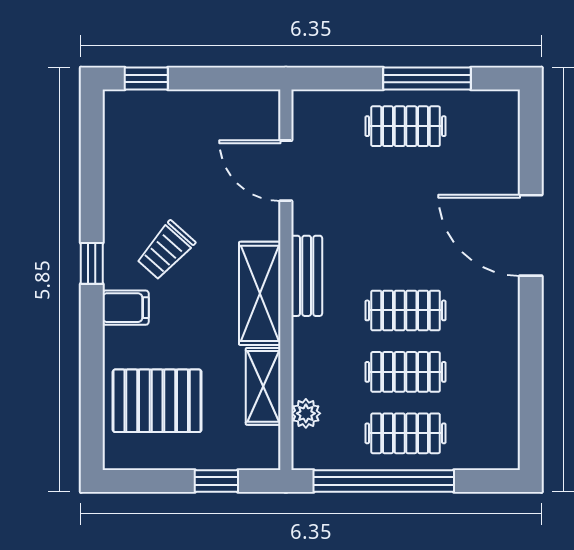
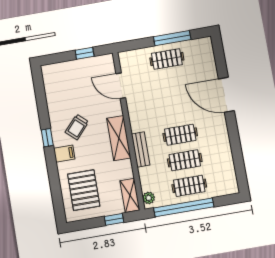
window: (146, 78) -> (85, 53), moved
bench: (307, 276) -> (141, 149), moved
shelving: (263, 386) -> (130, 195), moved
pallet: (157, 401) -> (84, 190), turned 90
plant: (306, 413) -> (149, 198), moved

